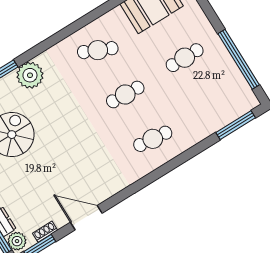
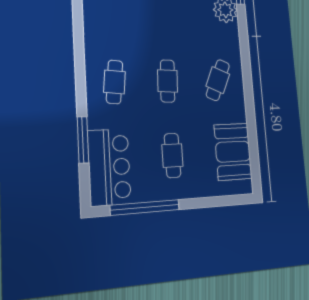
bar counter: (223, 106) -> (109, 167), added
window: (236, 125) -> (83, 140), moved

